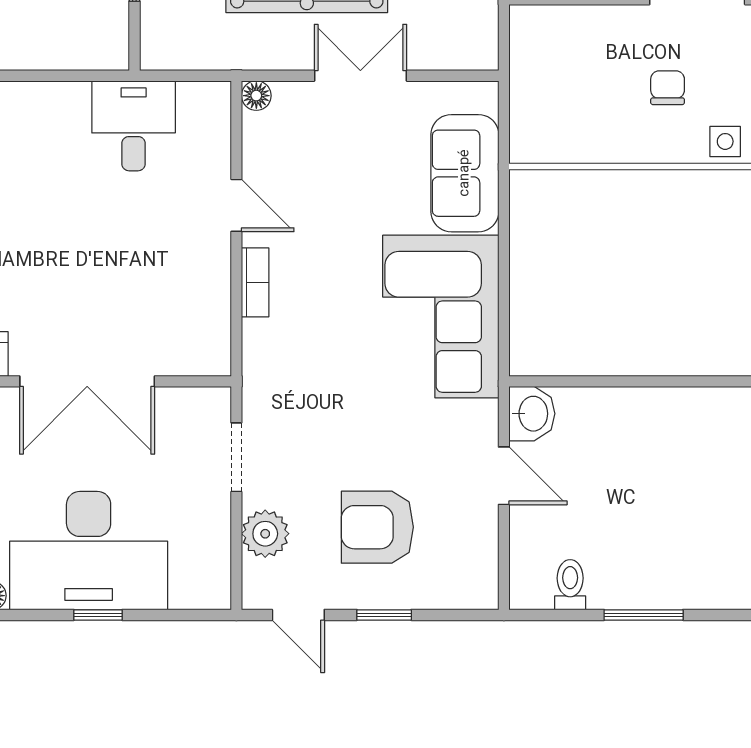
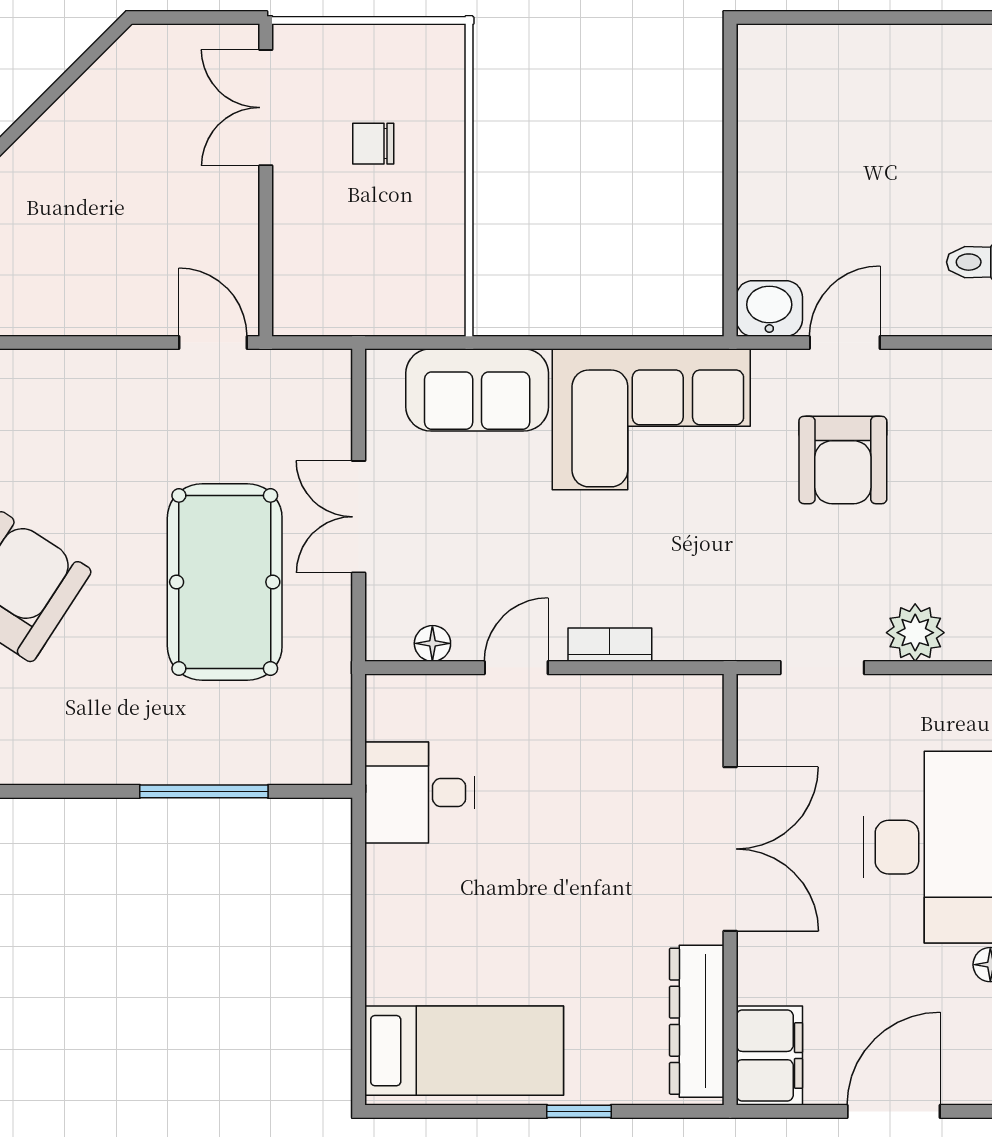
floor lamp: (256, 96) -> (432, 643), moved
side table: (725, 141) -> (439, 74), removed
armchair: (377, 527) -> (843, 460), moved

